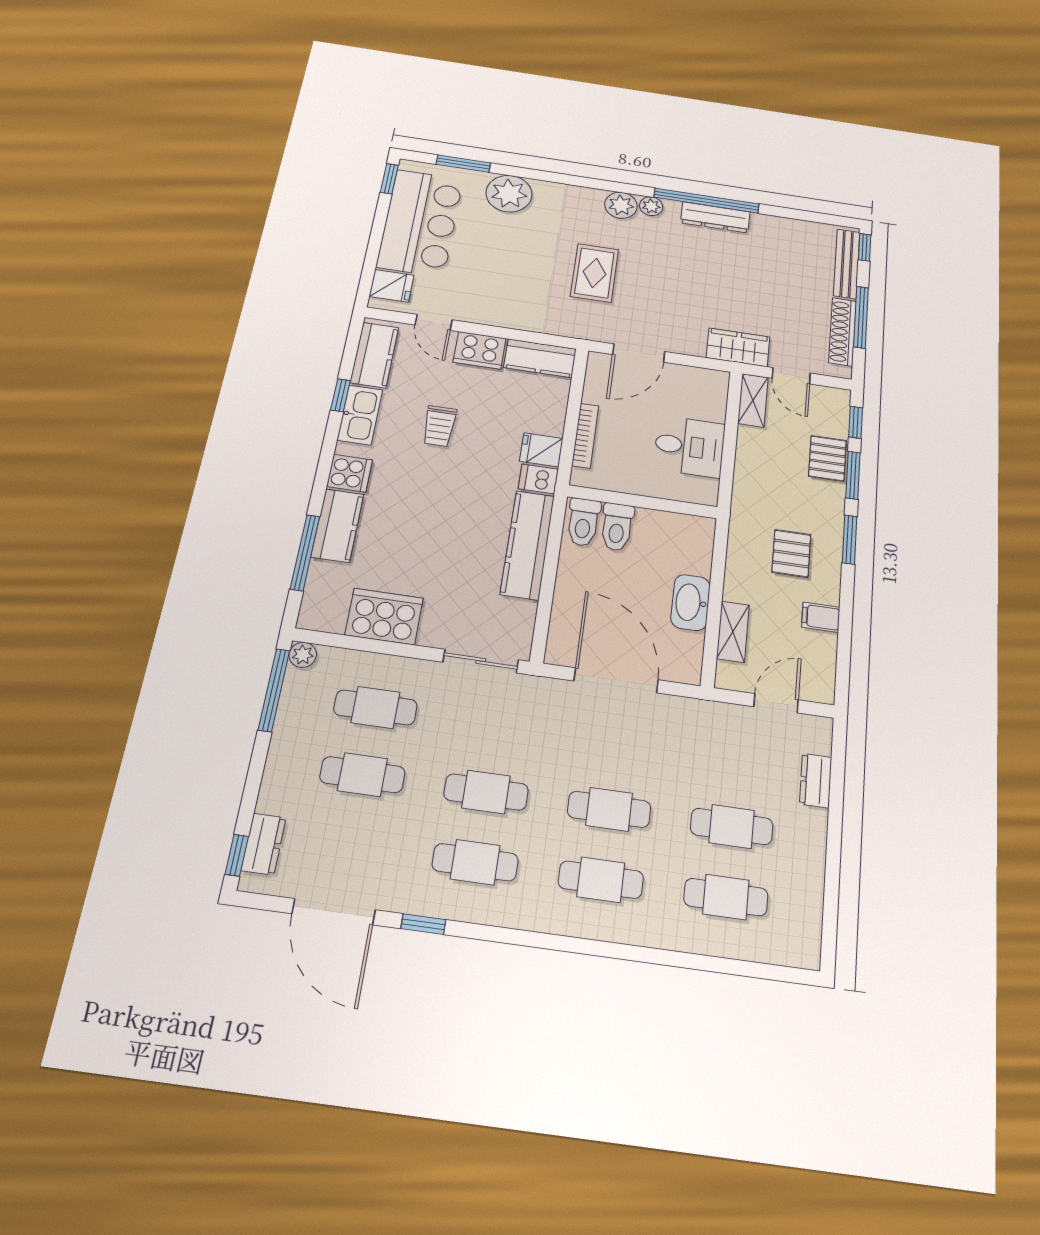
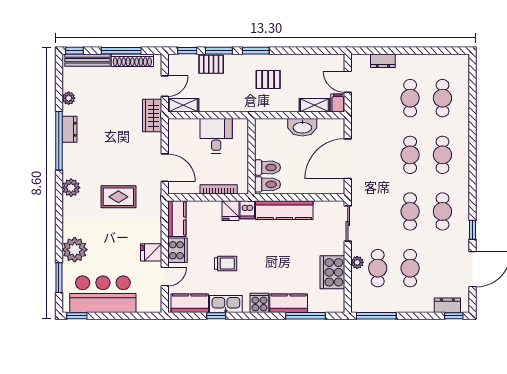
plant: (651, 206) -> (69, 98), moved
dresser: (715, 217) -> (70, 129), width x0.70
fridge: (392, 286) -> (151, 252), moved, turned -90
filing cabinet: (821, 617) -> (338, 103), moved, turned 180
plant: (303, 655) -> (357, 262), moved

